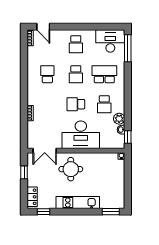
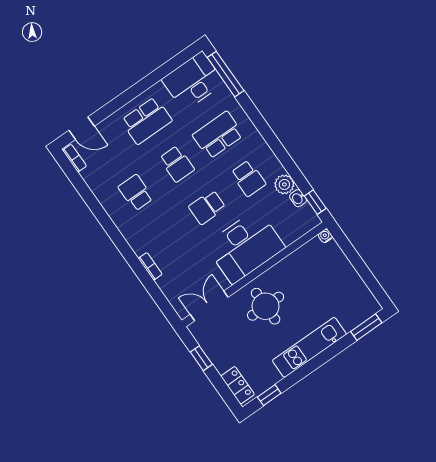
school desk: (76, 44) -> (147, 121), width x1.85
double door: (45, 151) -> (209, 306), swing flipped

